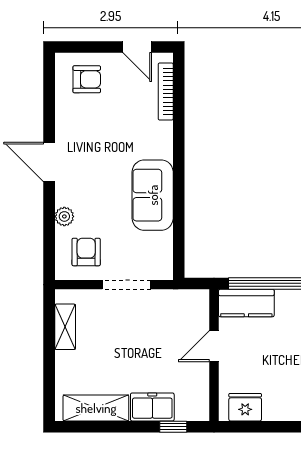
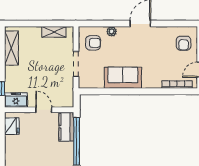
freezer: (152, 407) -> (16, 100), moved, turned -90

